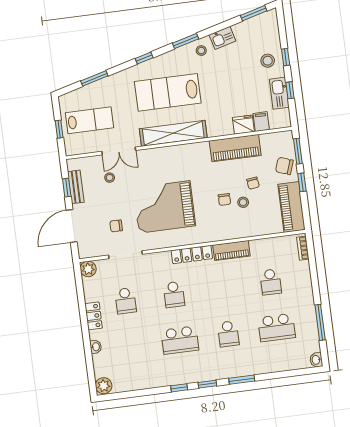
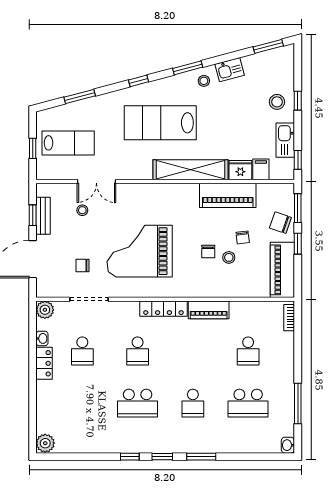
window: (290, 90) -> (298, 160), moved
shelving: (173, 133) -> (190, 170), moved
washbasin: (96, 347) -> (42, 338), moved

